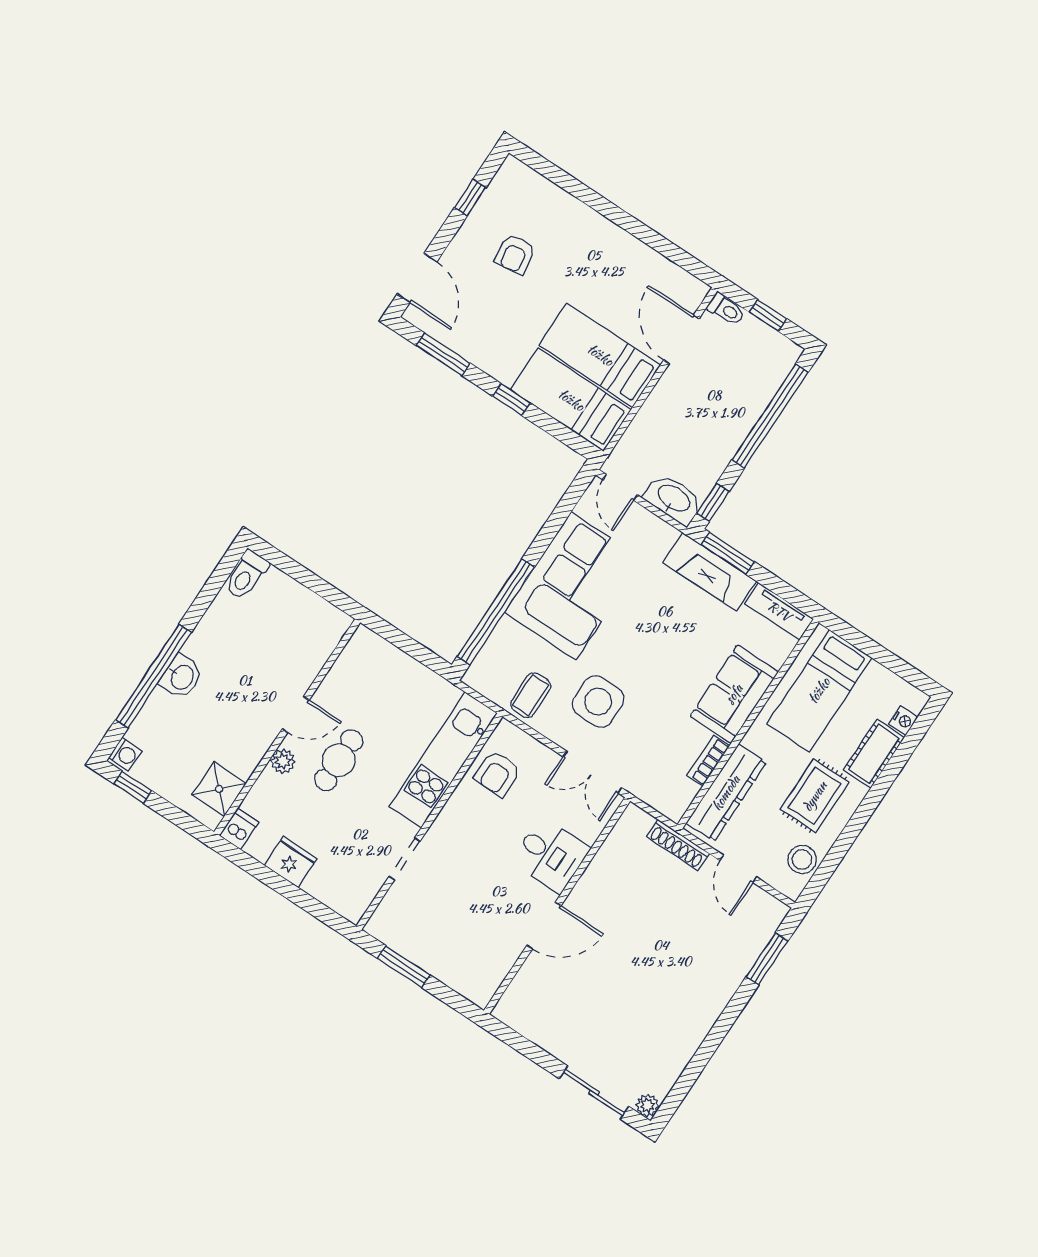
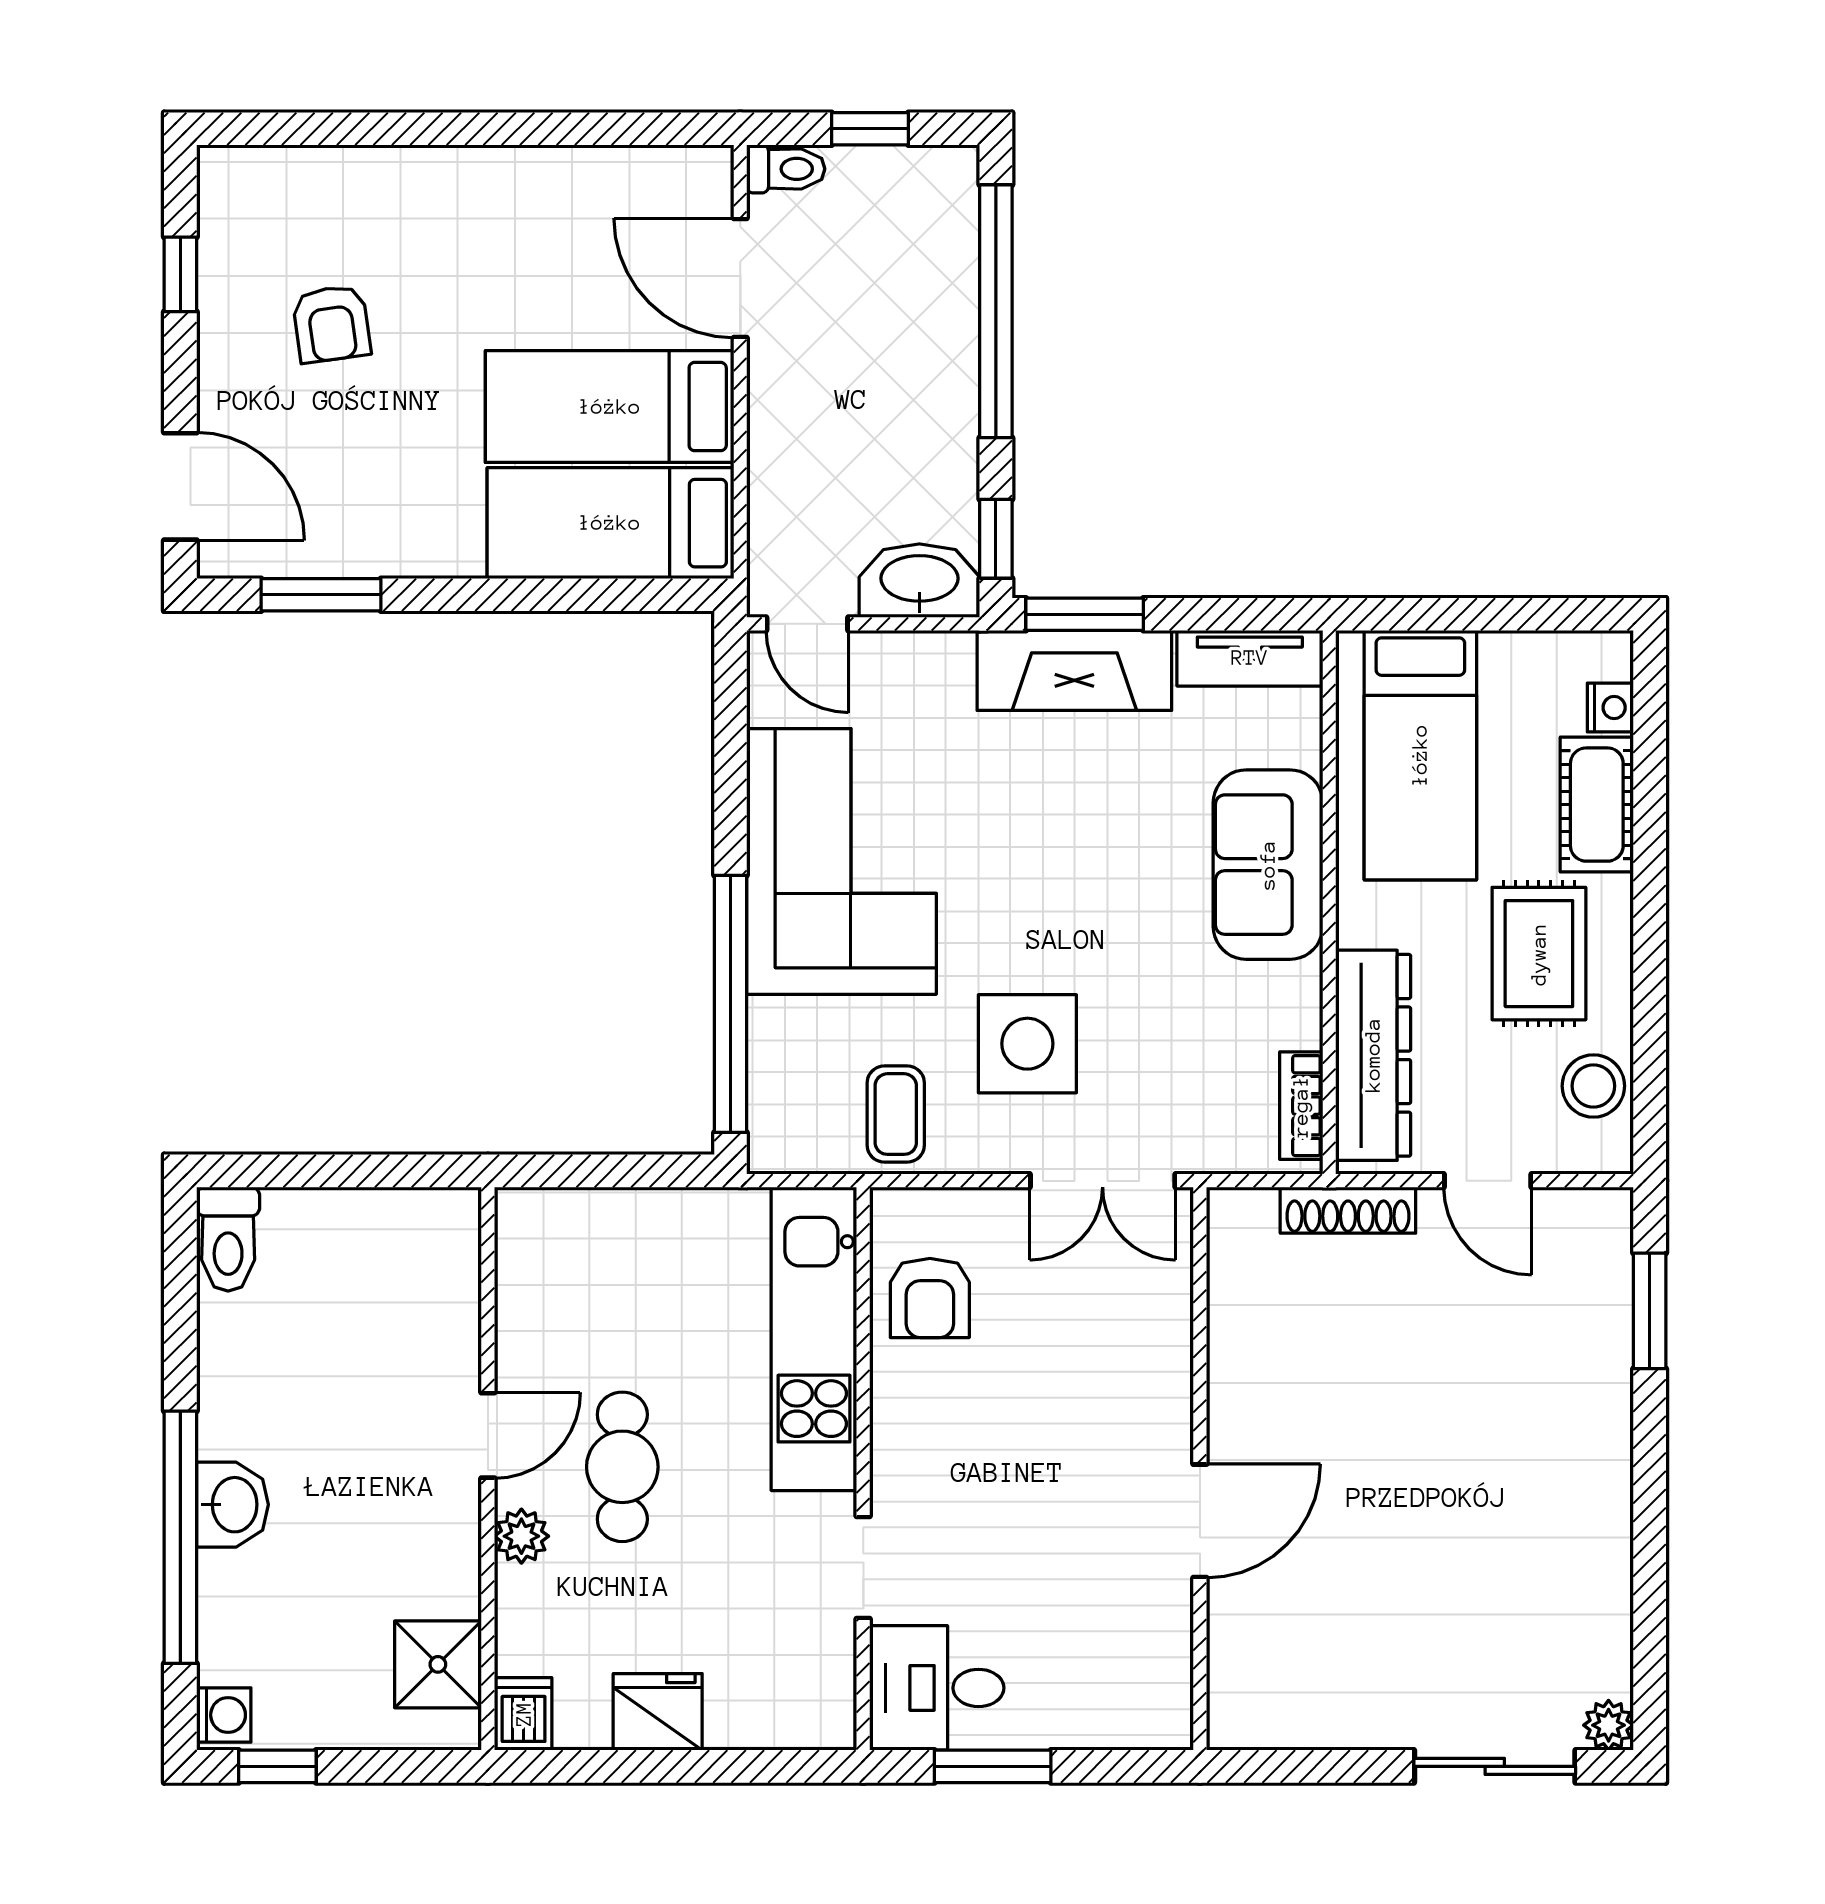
window: (512, 400) -> (502, 595), removed
bookcase: (708, 761) -> (1301, 1106), moved
desk: (550, 855) -> (937, 1688), moved, turned 180

